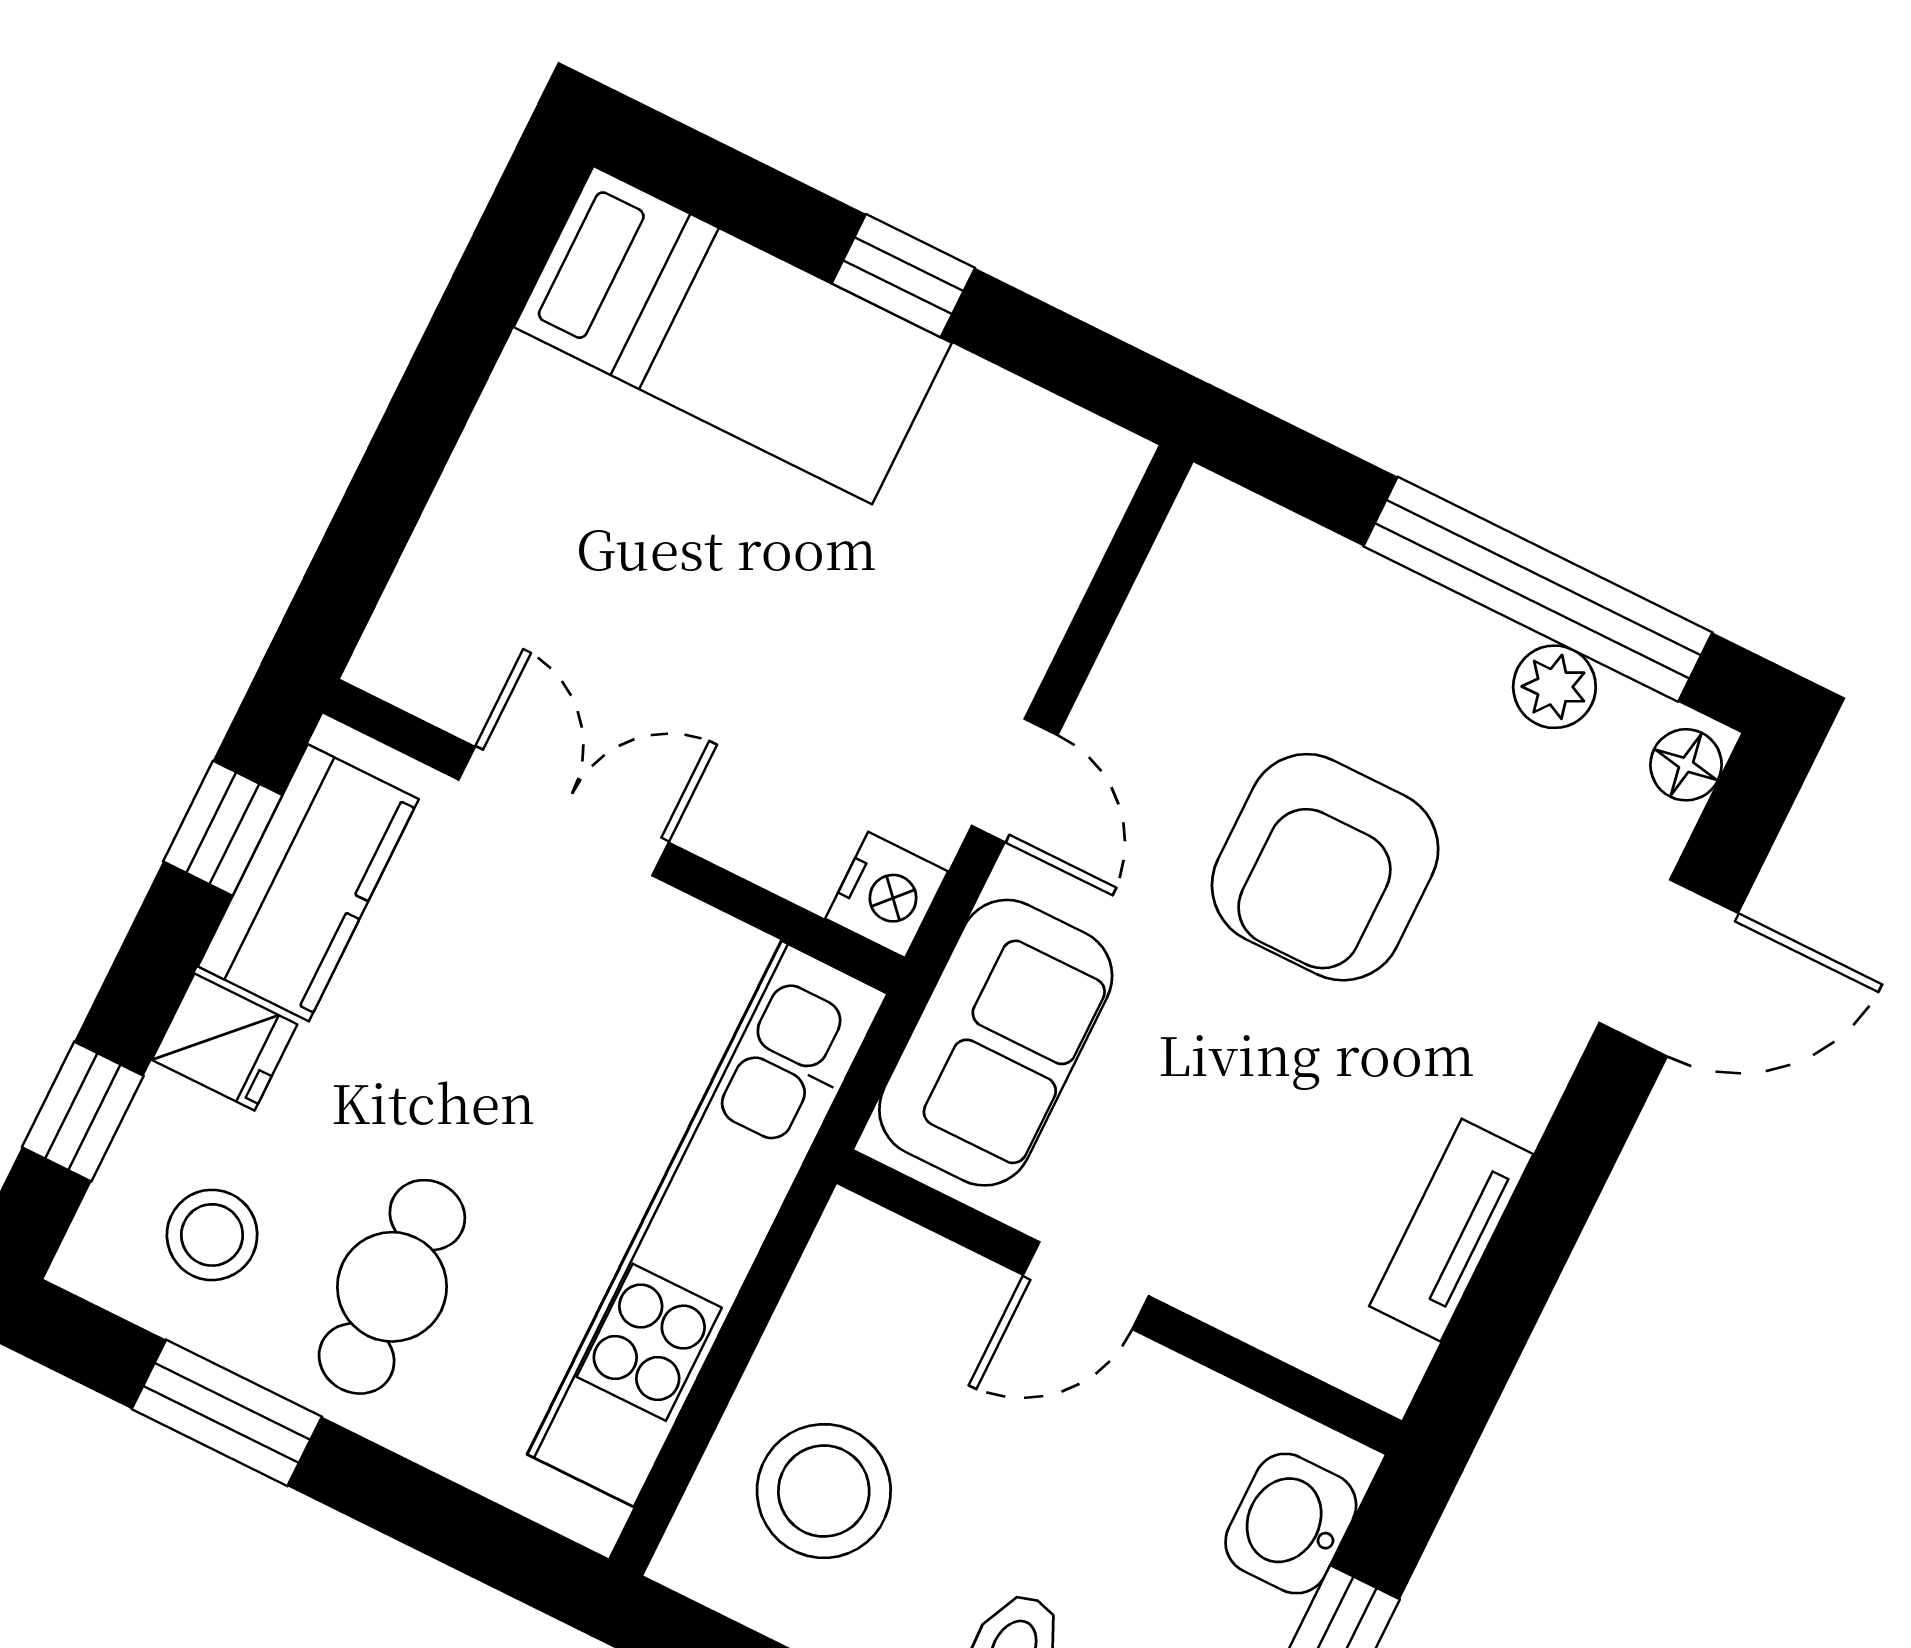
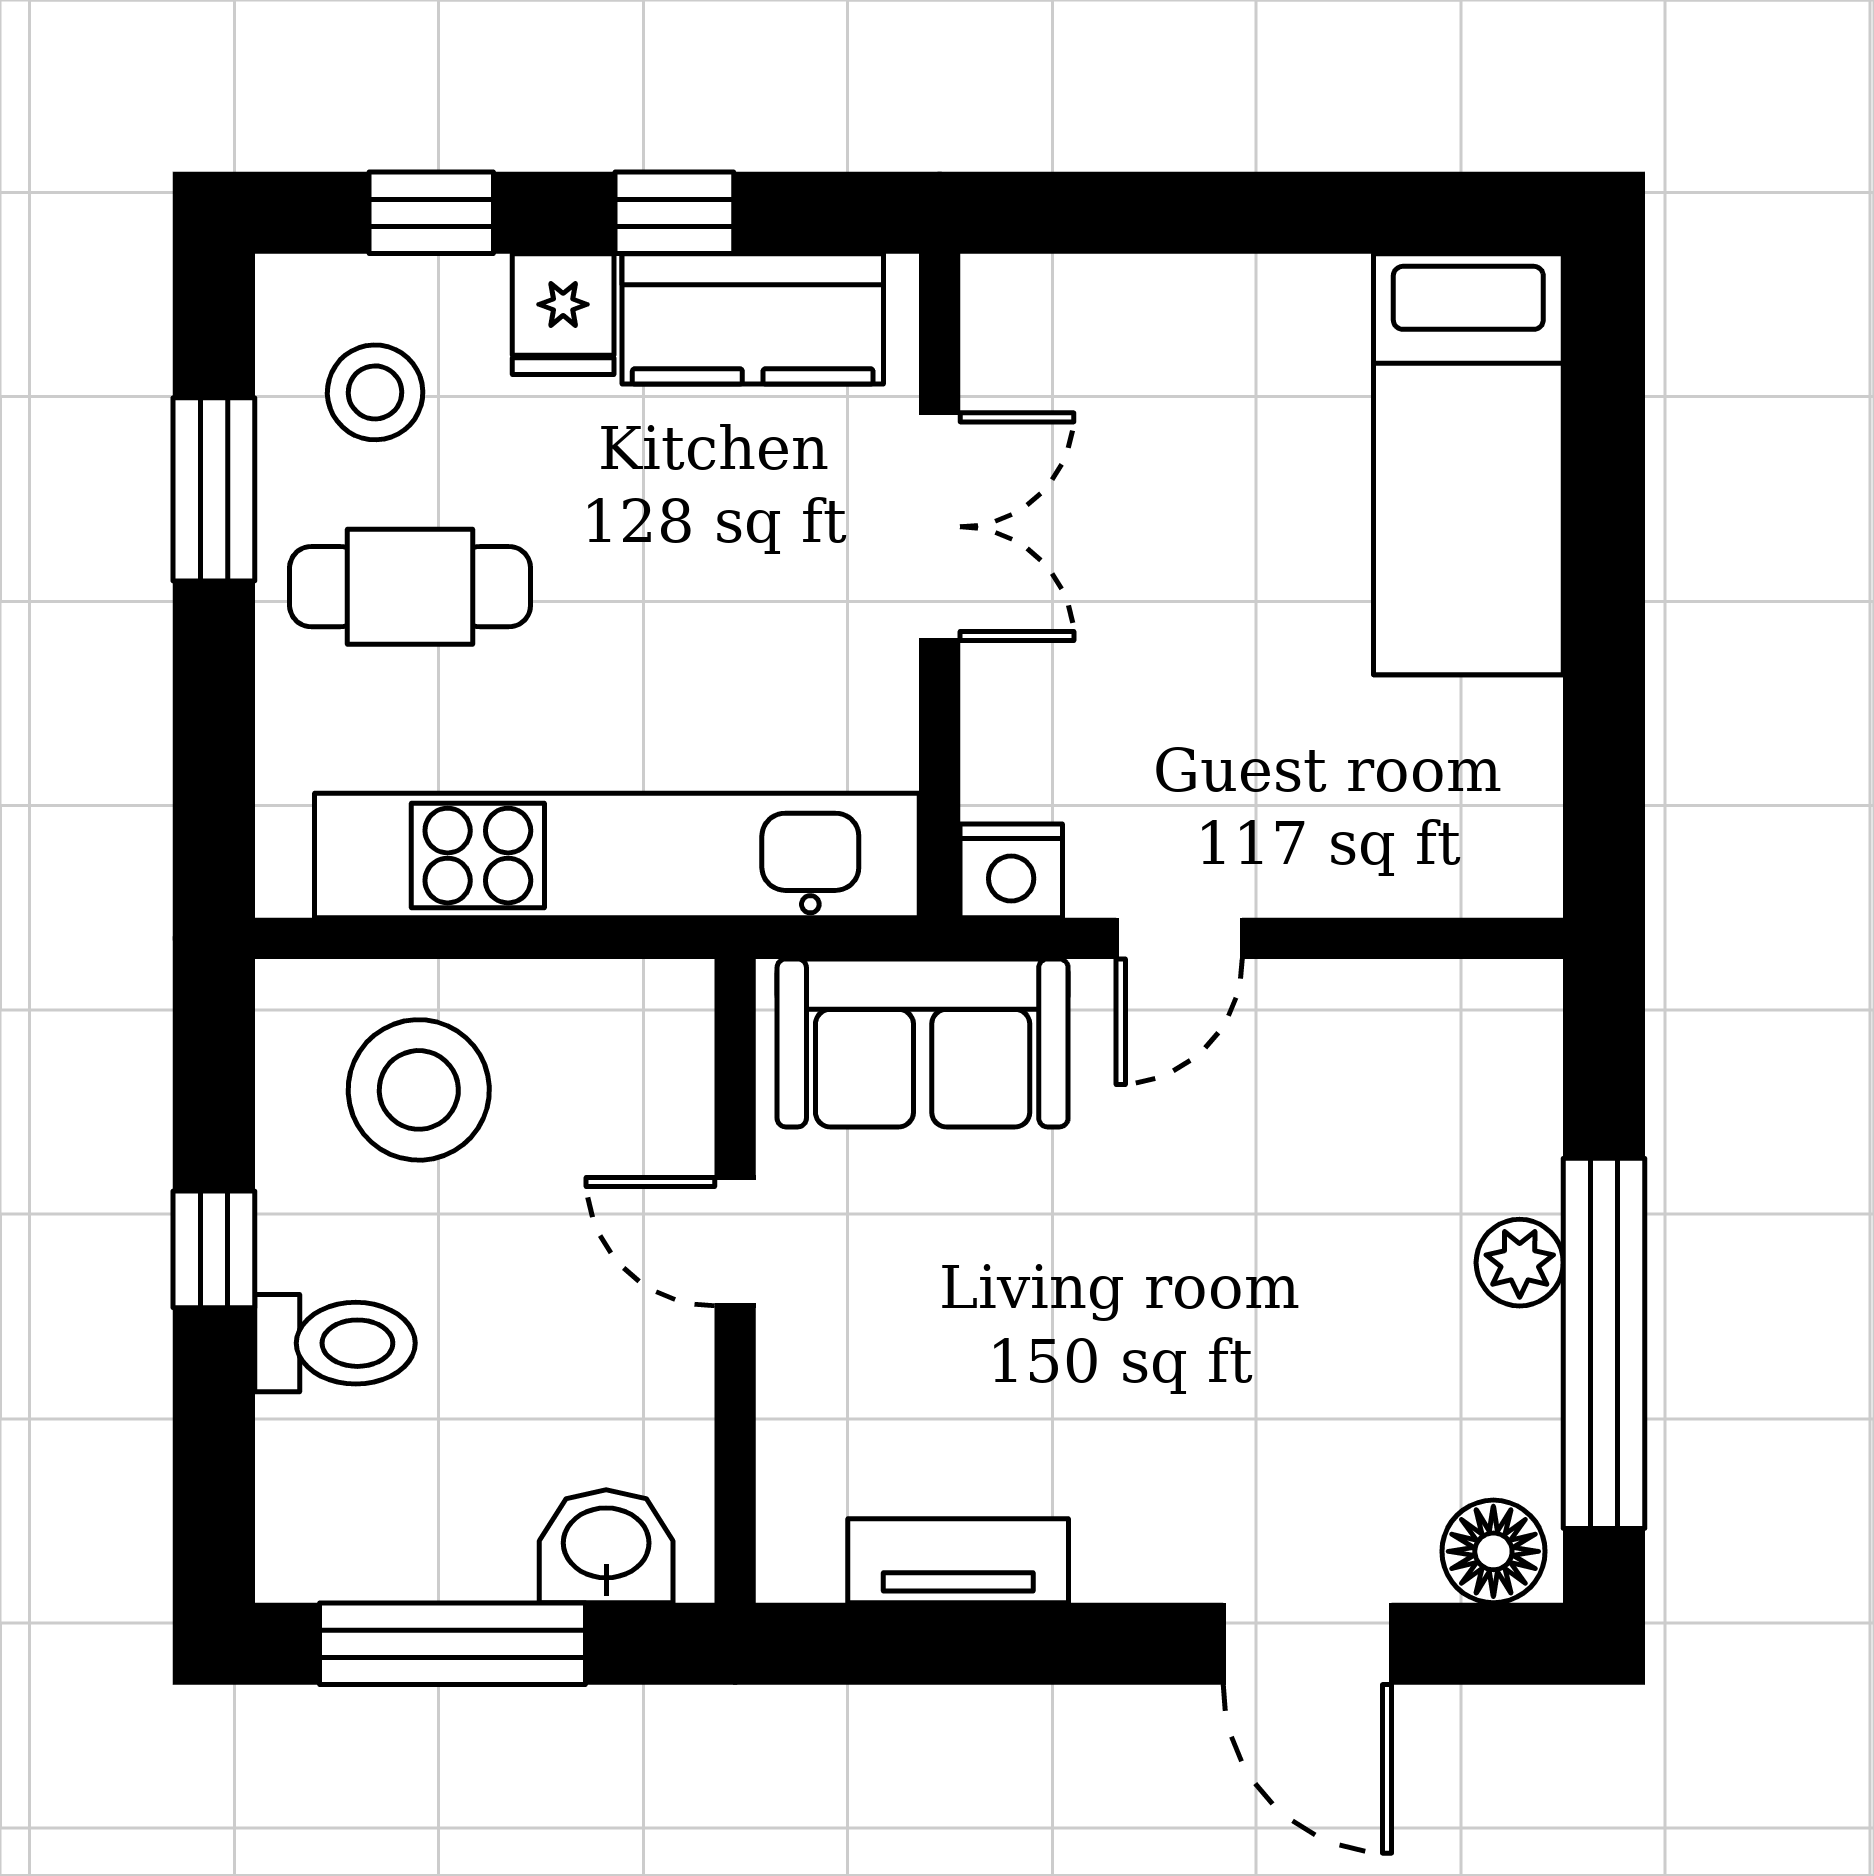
window: (903, 276) -> (1604, 598), removed
plant: (1554, 687) -> (1520, 1263), moved
floor lamp: (1686, 765) -> (1493, 1551), width x1.37, depth x1.37
window: (223, 828) -> (674, 213), moved
armchair: (1325, 867) -> (1242, 1272), removed

